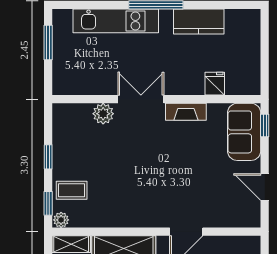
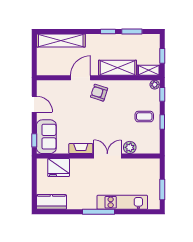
kitchen counter: (199, 22) -> (51, 202), moved
fridge: (215, 84) -> (59, 168), width x1.88, depth x1.34
double door: (141, 99) -> (107, 156), swing flipped
coffee table: (72, 190) -> (144, 117), moved
armchair: (155, 206) -> (99, 93), added

